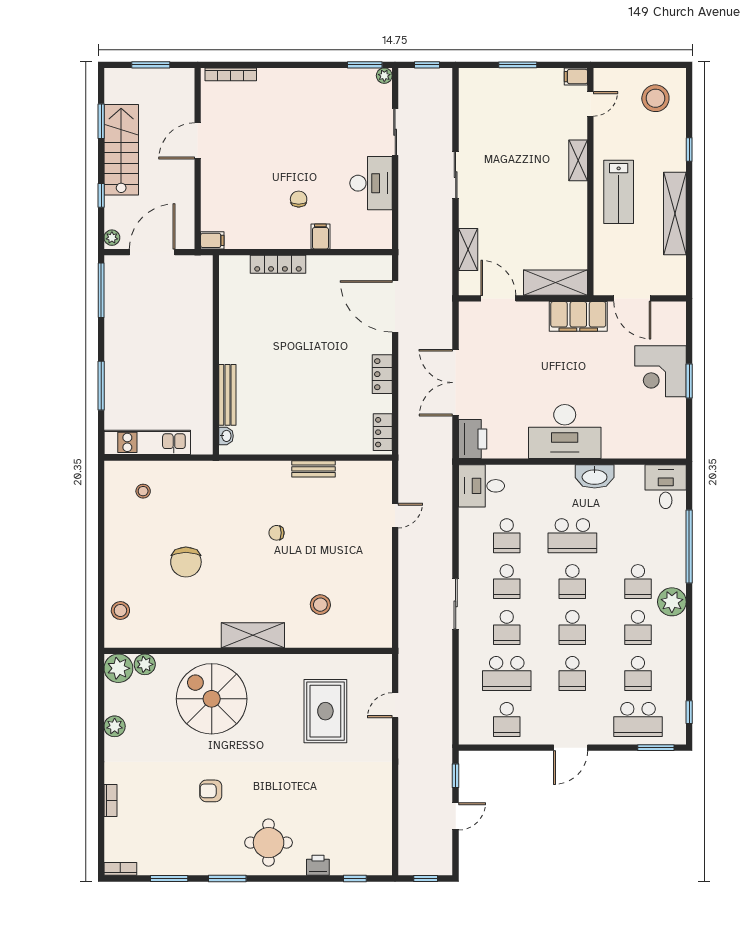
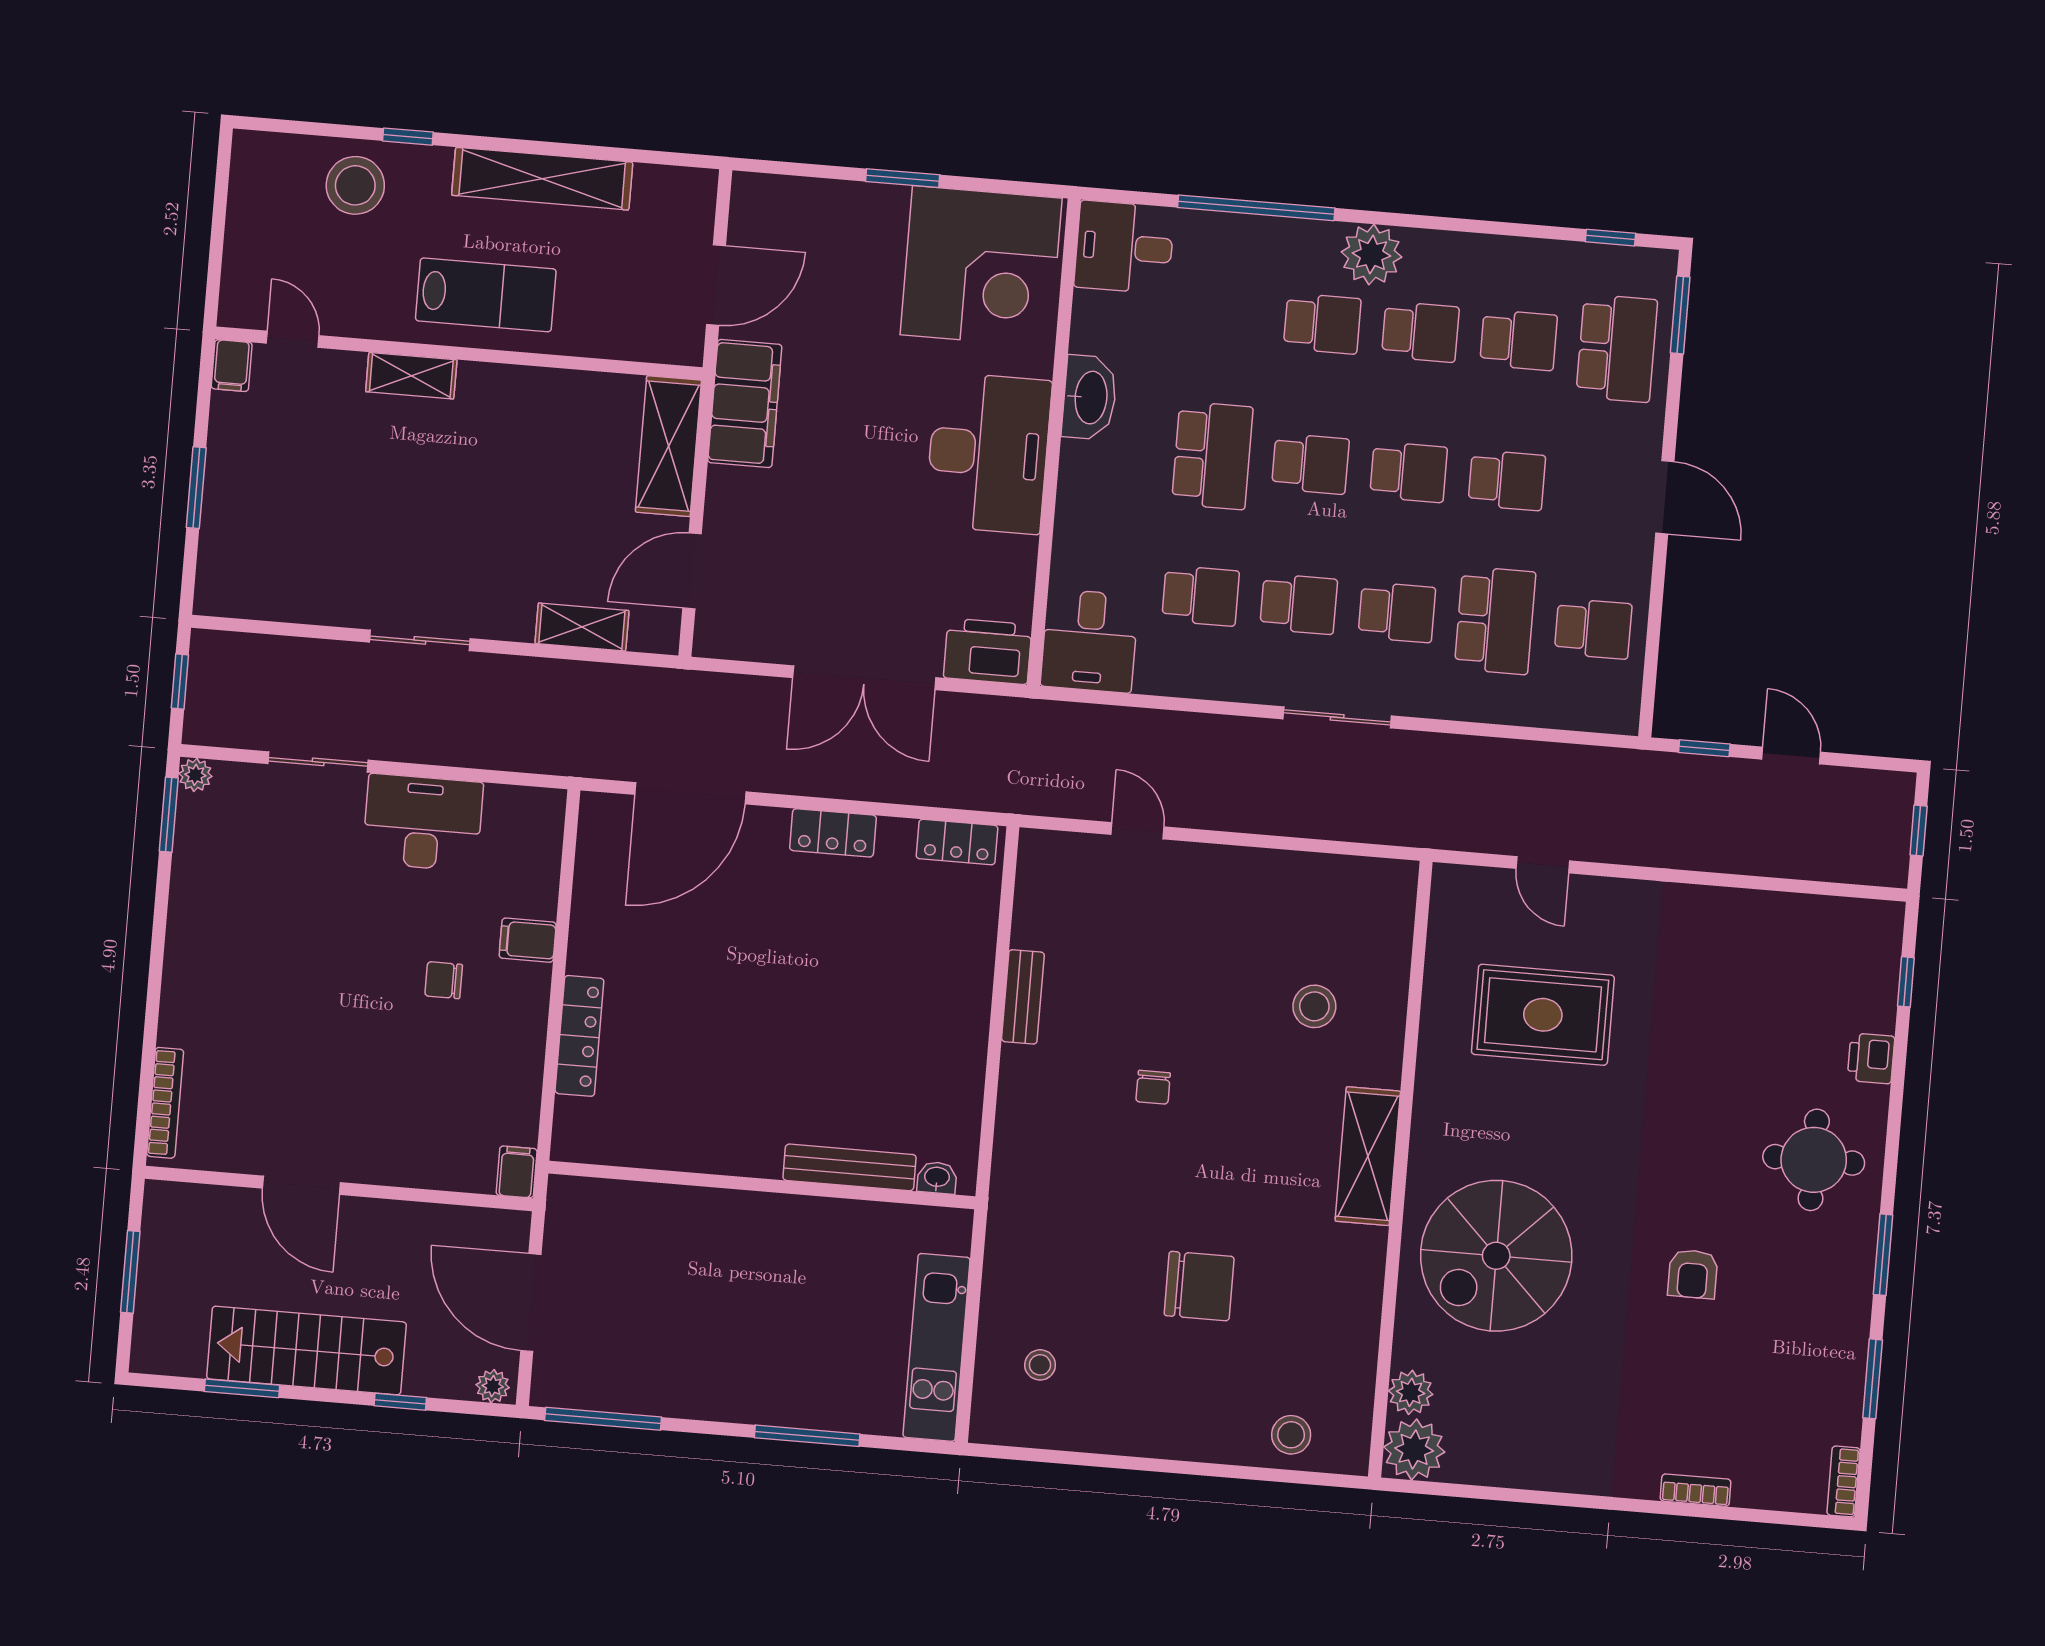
stool: (655, 98) -> (355, 185), moved
corner desk: (660, 371) -> (981, 266), moved, width x1.36, depth x1.36
plant: (115, 726) -> (1538, 1468), removed

